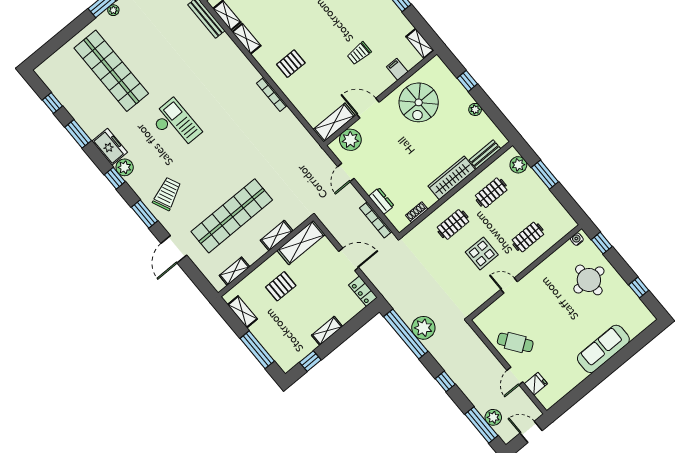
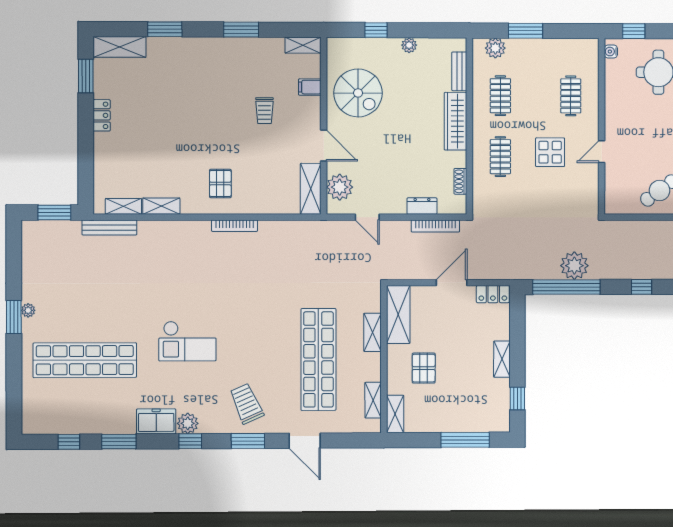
door: (368, 108) -> (324, 145), swing flipped
checkout: (176, 125) -> (187, 341), turned 180
shelving: (242, 312) -> (395, 414), moved, turned 90

